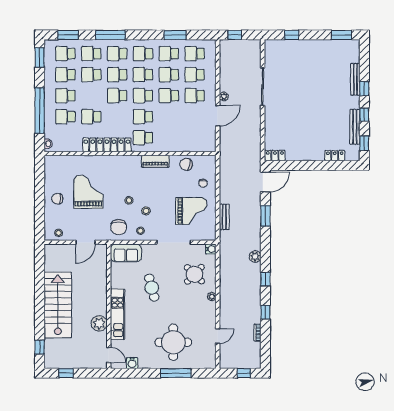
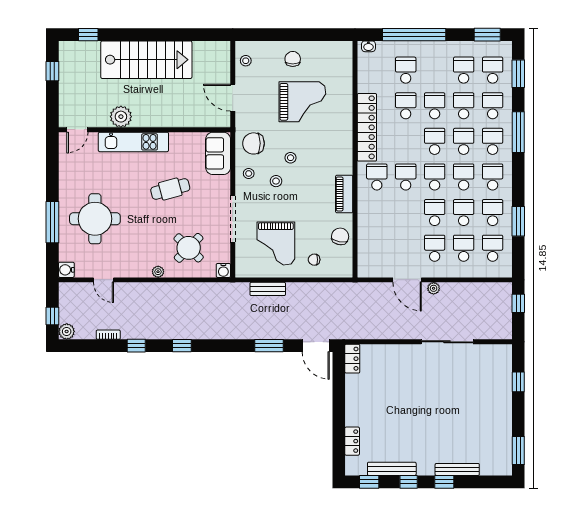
school desk: (65, 96) -> (435, 106), moved
plant: (255, 256) -> (67, 331), moved
water cooler: (132, 363) -> (66, 270), moved

